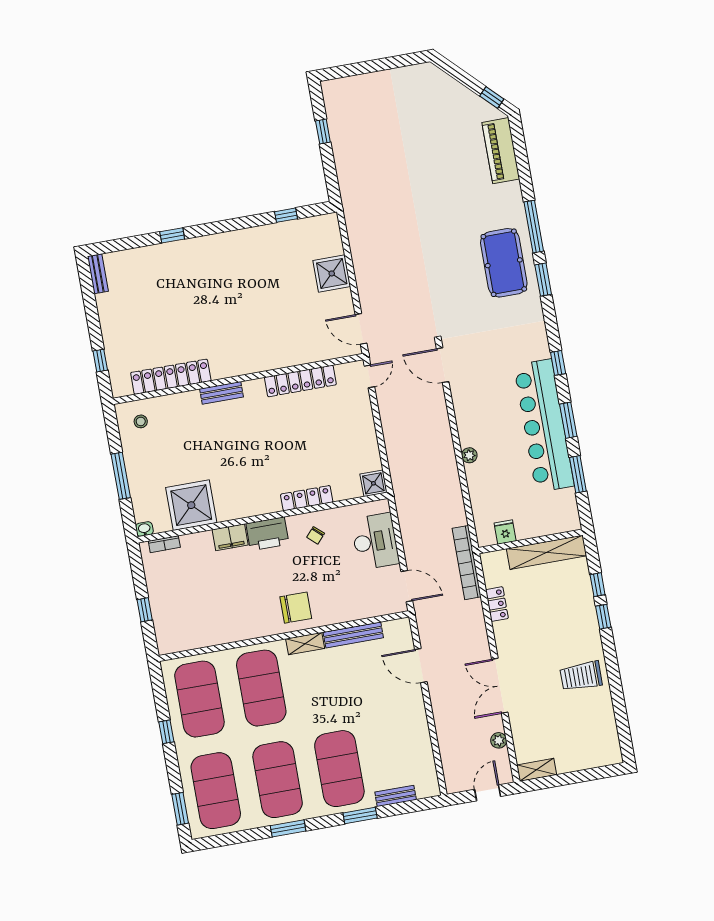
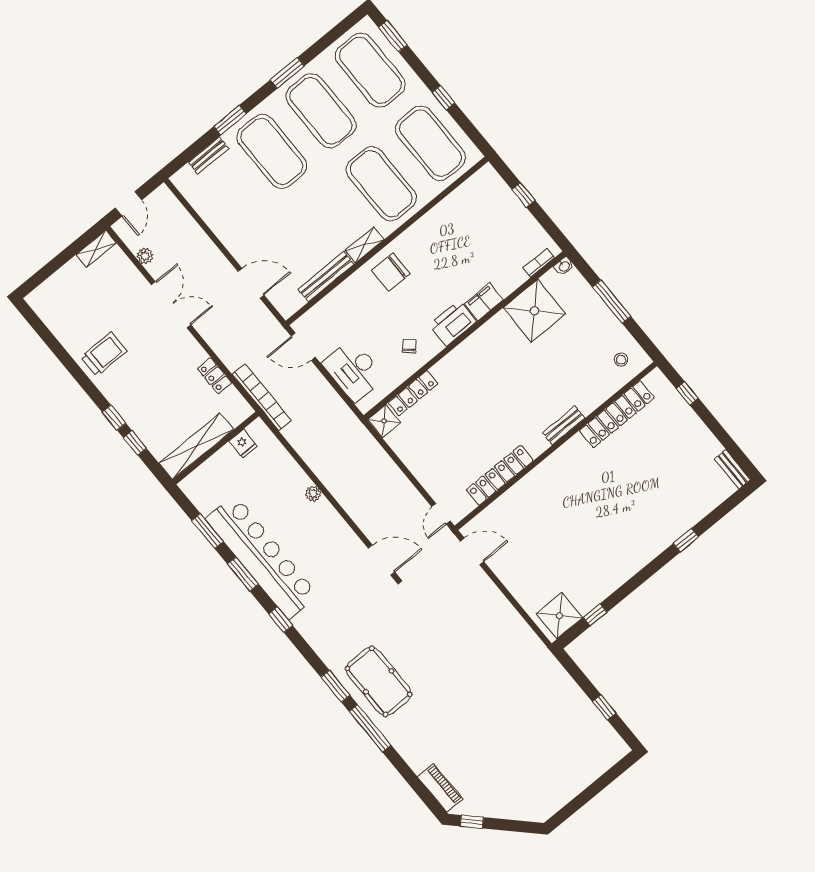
piano: (501, 151) -> (440, 788), width x0.73, depth x0.75
shower: (332, 273) -> (559, 616), moved
locker: (307, 498) -> (413, 393), moved

